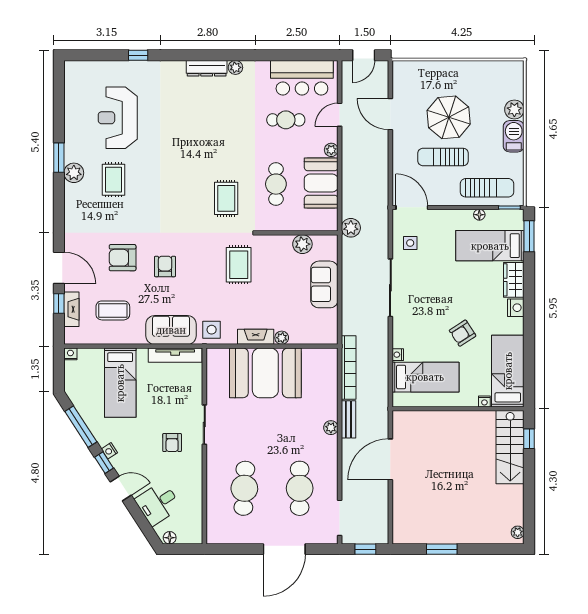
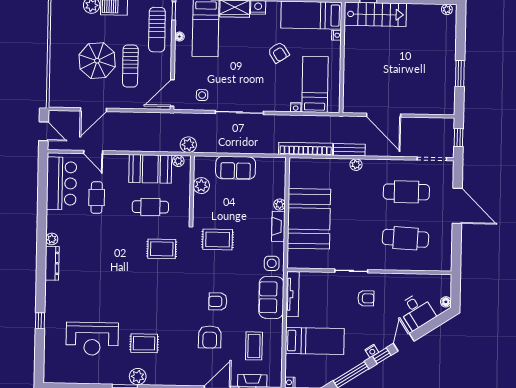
plant: (331, 150) -> (178, 161), moved
sun lounger: (487, 188) -> (157, 30), turned 180

